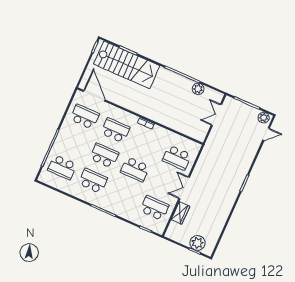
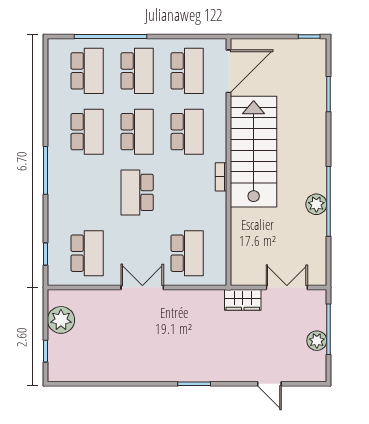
stairs: (127, 65) -> (254, 152), moved, turned 180
plant: (198, 89) -> (316, 204), moved
plant: (264, 118) -> (317, 341), moved
door: (266, 134) -> (269, 384), moved
school desk: (73, 142) -> (137, 71), added
school desk: (177, 158) -> (187, 253), turned 180
school desk: (62, 167) -> (87, 71), turned 180
wardrobe: (181, 213) -> (243, 300), moved
plant: (197, 243) -> (61, 320), moved

